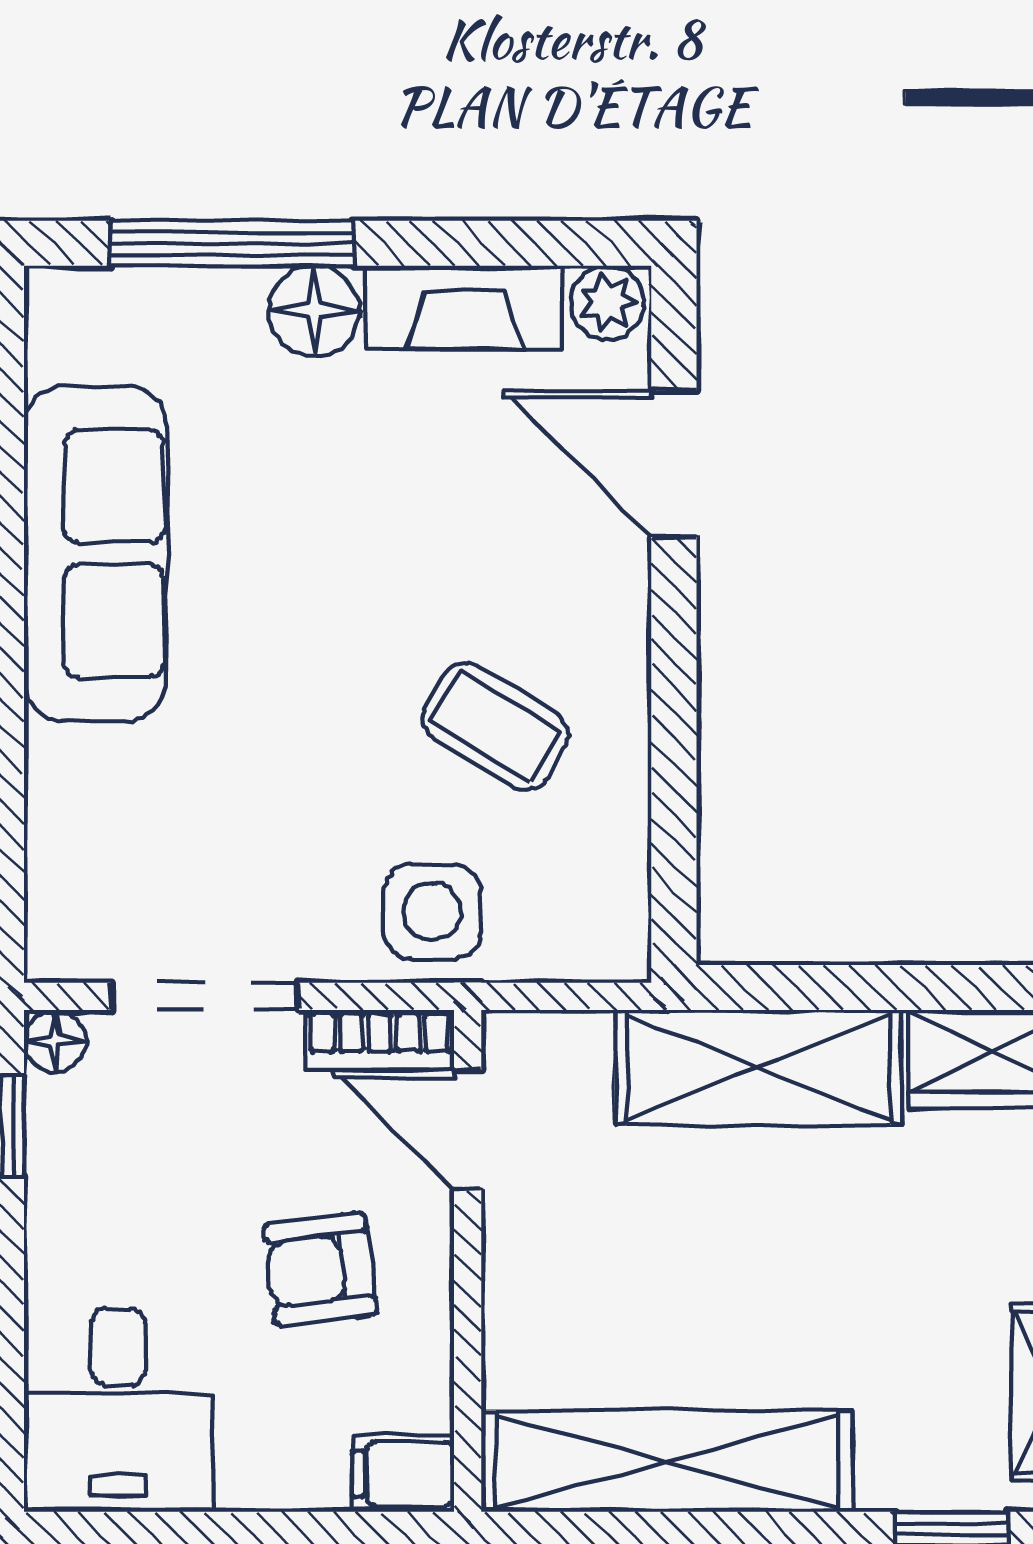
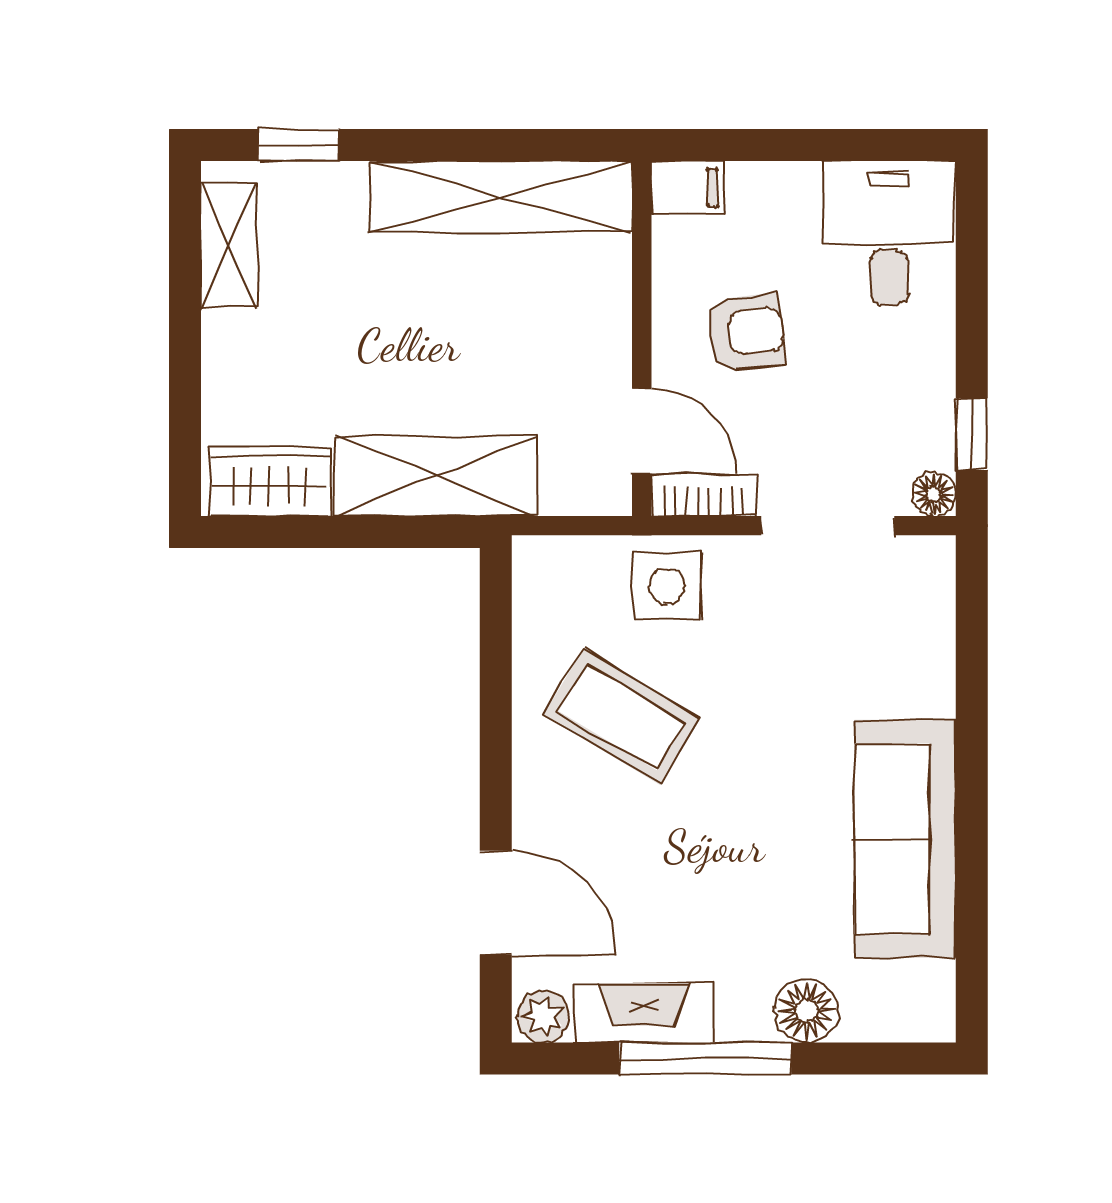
window: (232, 243) -> (705, 1058), moved
floor lamp: (314, 311) -> (806, 1011), moved
coffee table: (496, 726) -> (622, 717), width x1.36, depth x1.30

